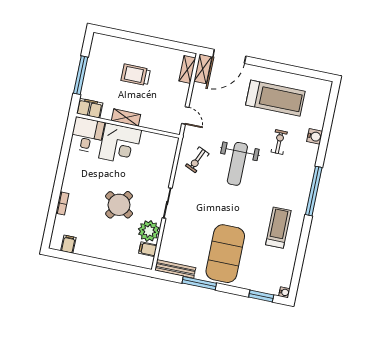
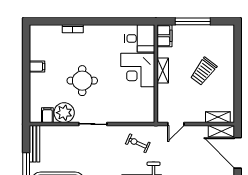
trolley: (136, 75) -> (203, 71), turned -143
round table: (119, 205) -> (82, 81), turned -33
filing cabinet: (68, 244) -> (37, 67), moved

